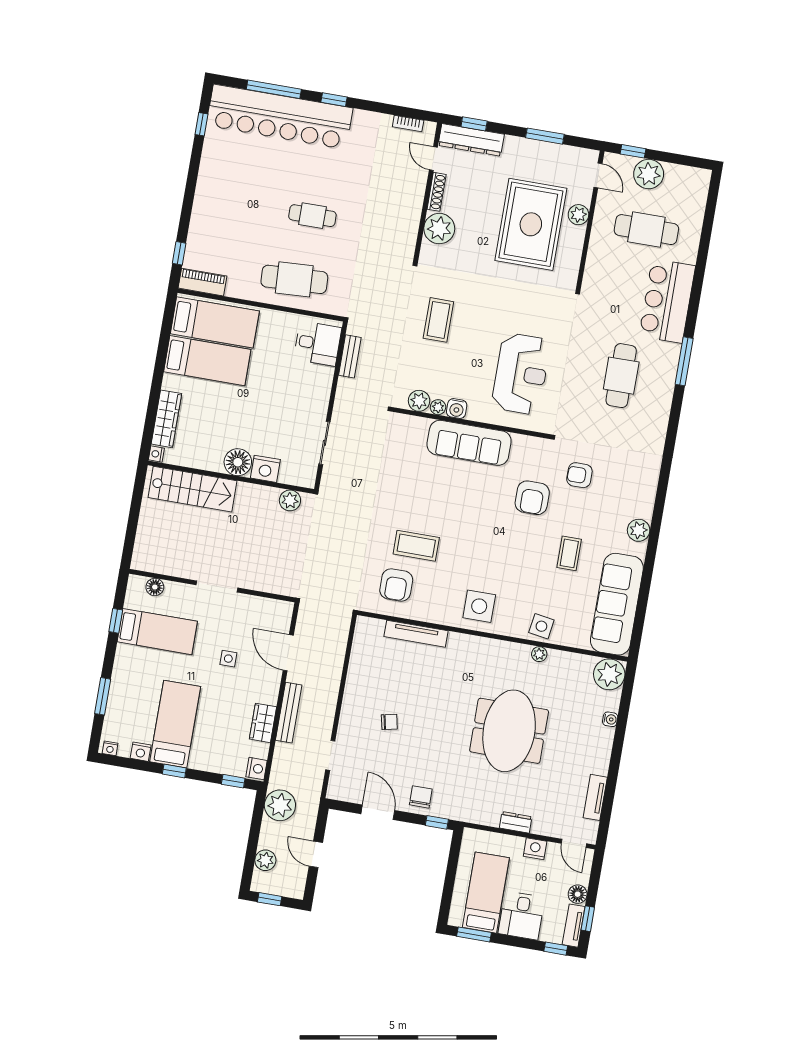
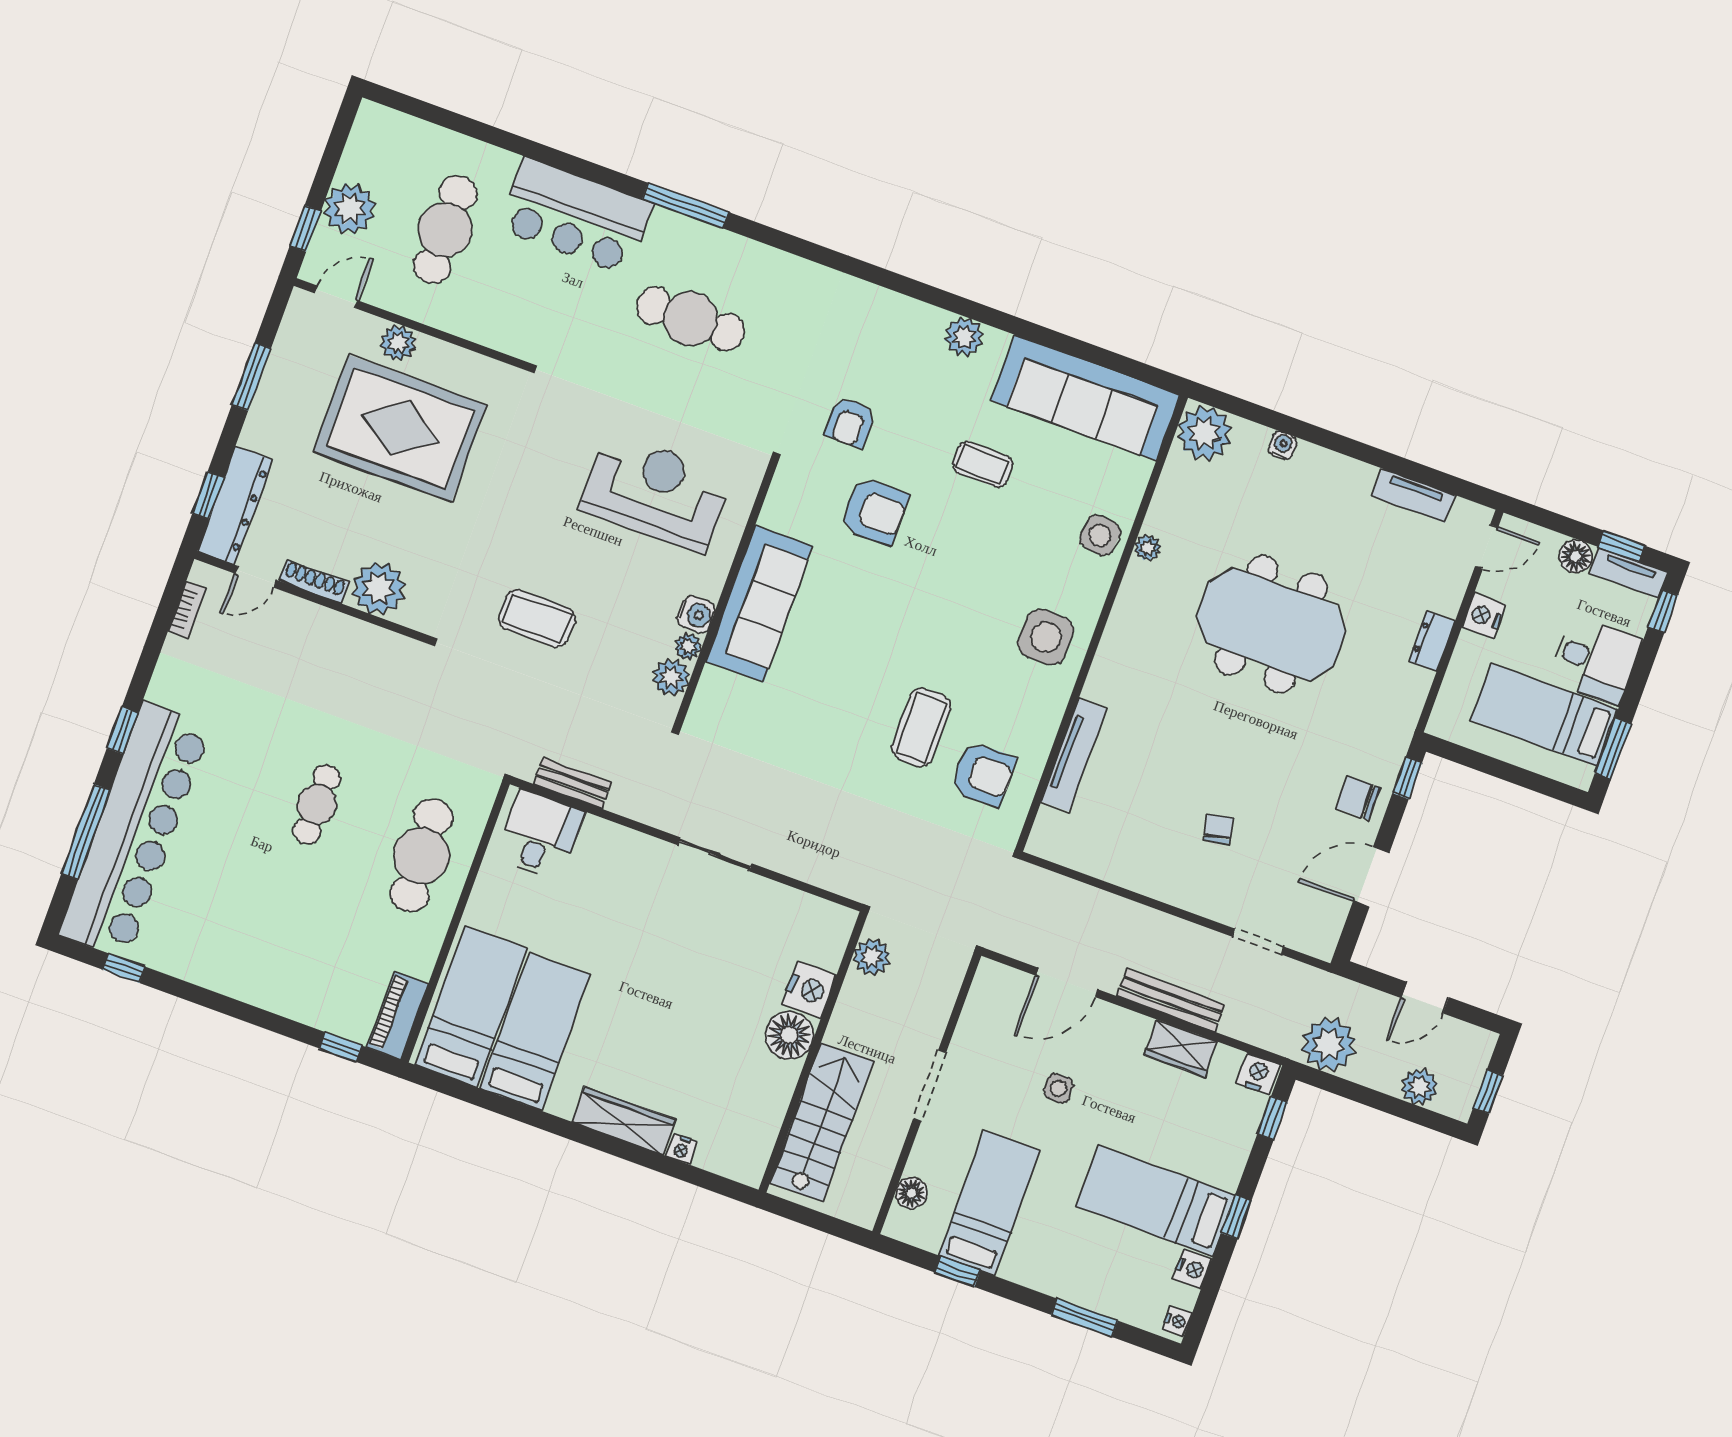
floor lamp: (238, 462) -> (789, 1035), moved
nightstand: (265, 469) -> (809, 990), moved
wall: (231, 477) -> (813, 1052), moved
stairs: (193, 489) -> (822, 1122), moved
plant: (290, 500) -> (872, 957), moved

